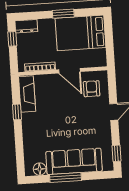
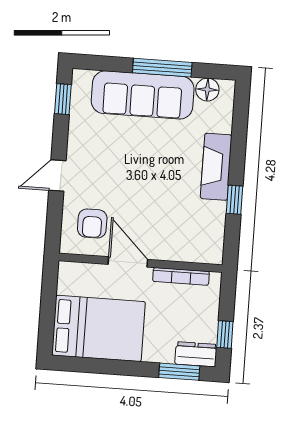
window: (63, 14) -> (179, 372), moved
fireplace: (27, 94) -> (216, 167), moved

